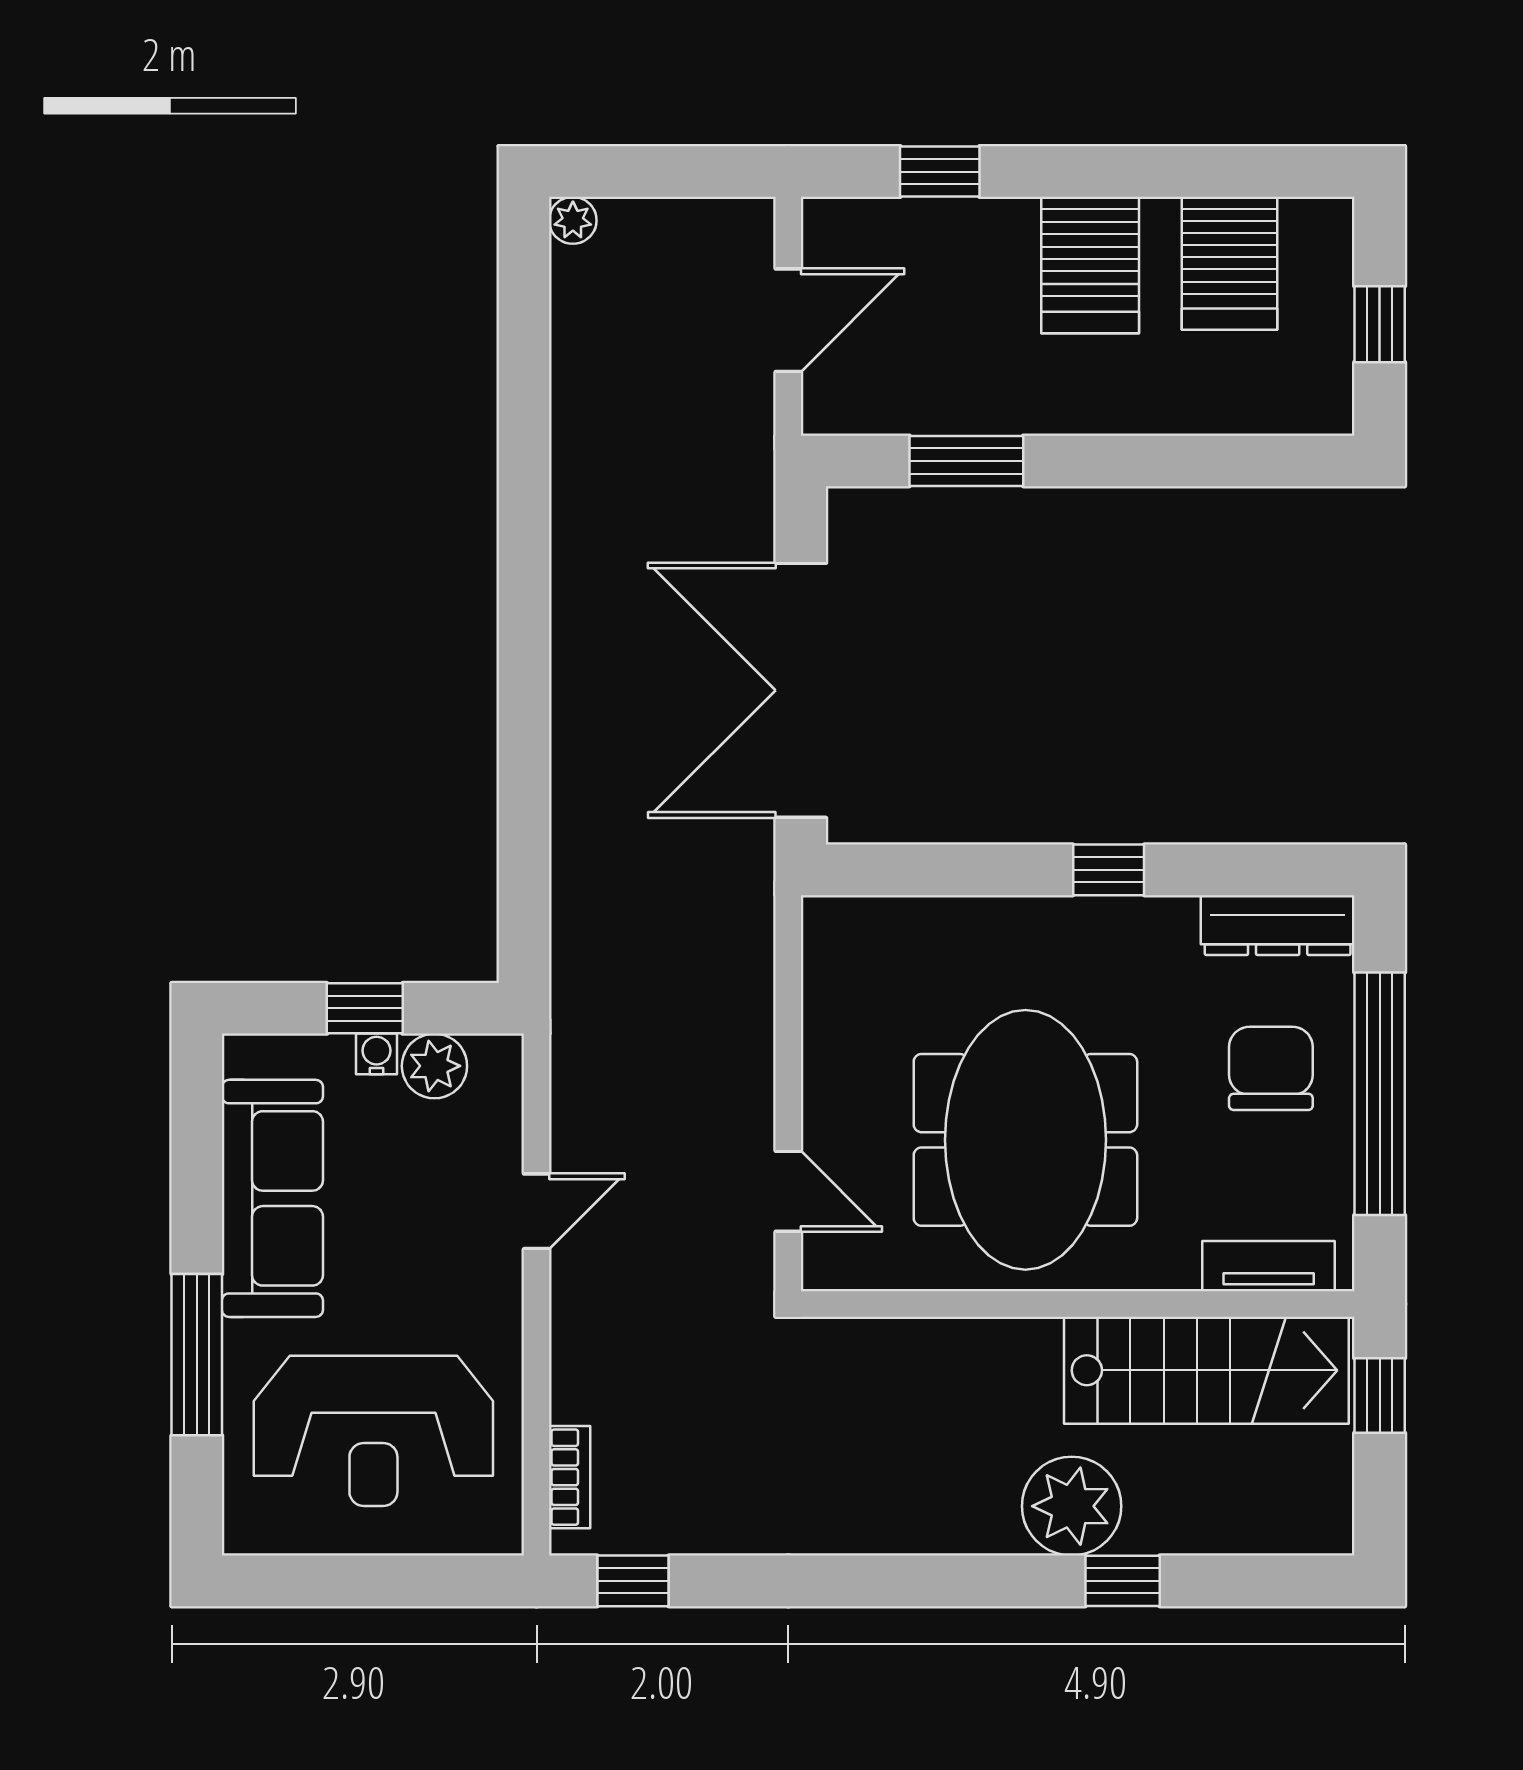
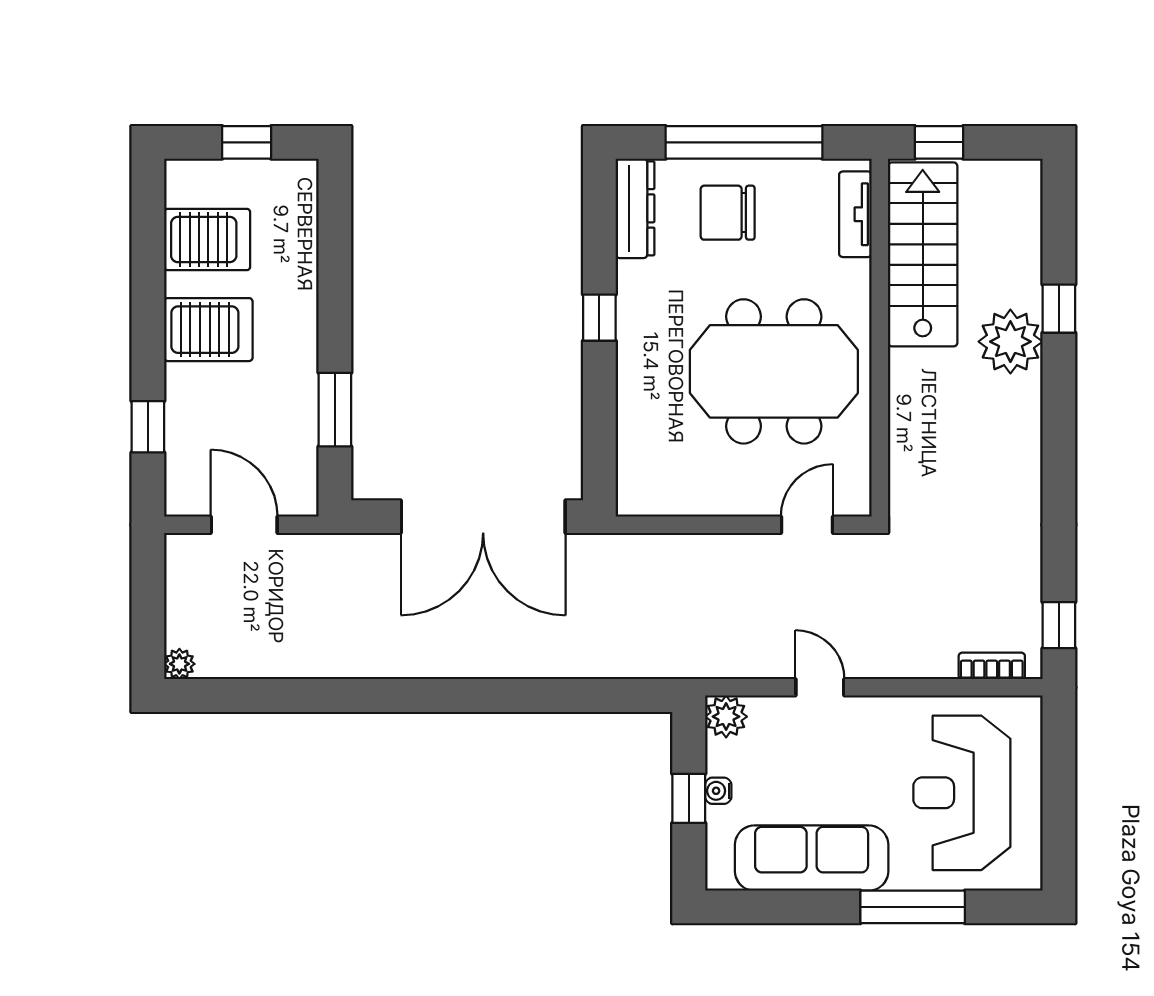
plant: (434, 1066) -> (726, 717), moved
reception desk: (373, 1431) -> (962, 793), turned 180

